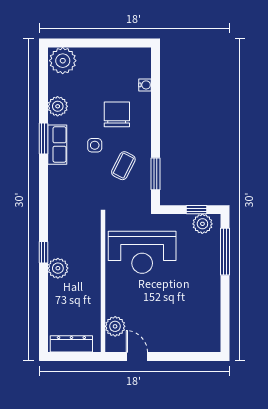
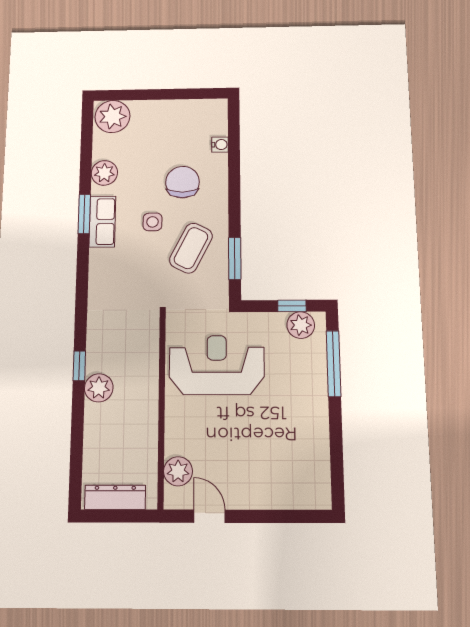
coffee table: (123, 166) -> (191, 248), width x1.36, depth x1.30
reception desk: (142, 252) -> (217, 365), turned 180

